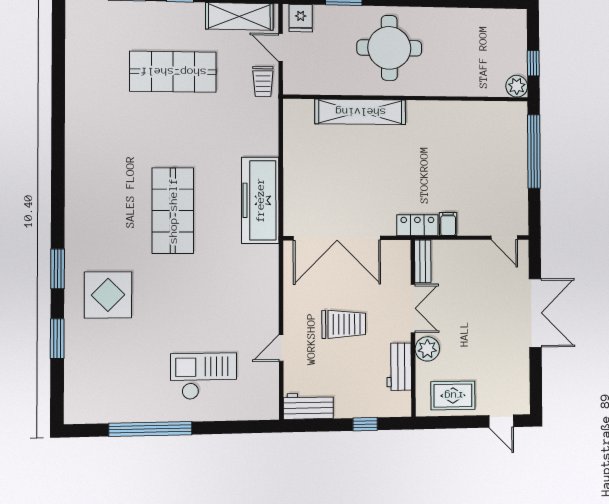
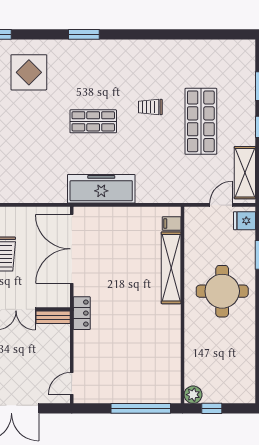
trolley: (263, 81) -> (150, 107), moved
shop shelf: (173, 211) -> (93, 121), width x0.70, depth x0.74
filing cabinet: (448, 224) -> (172, 224), moved, turned 180
window: (58, 269) -> (84, 34), moved

